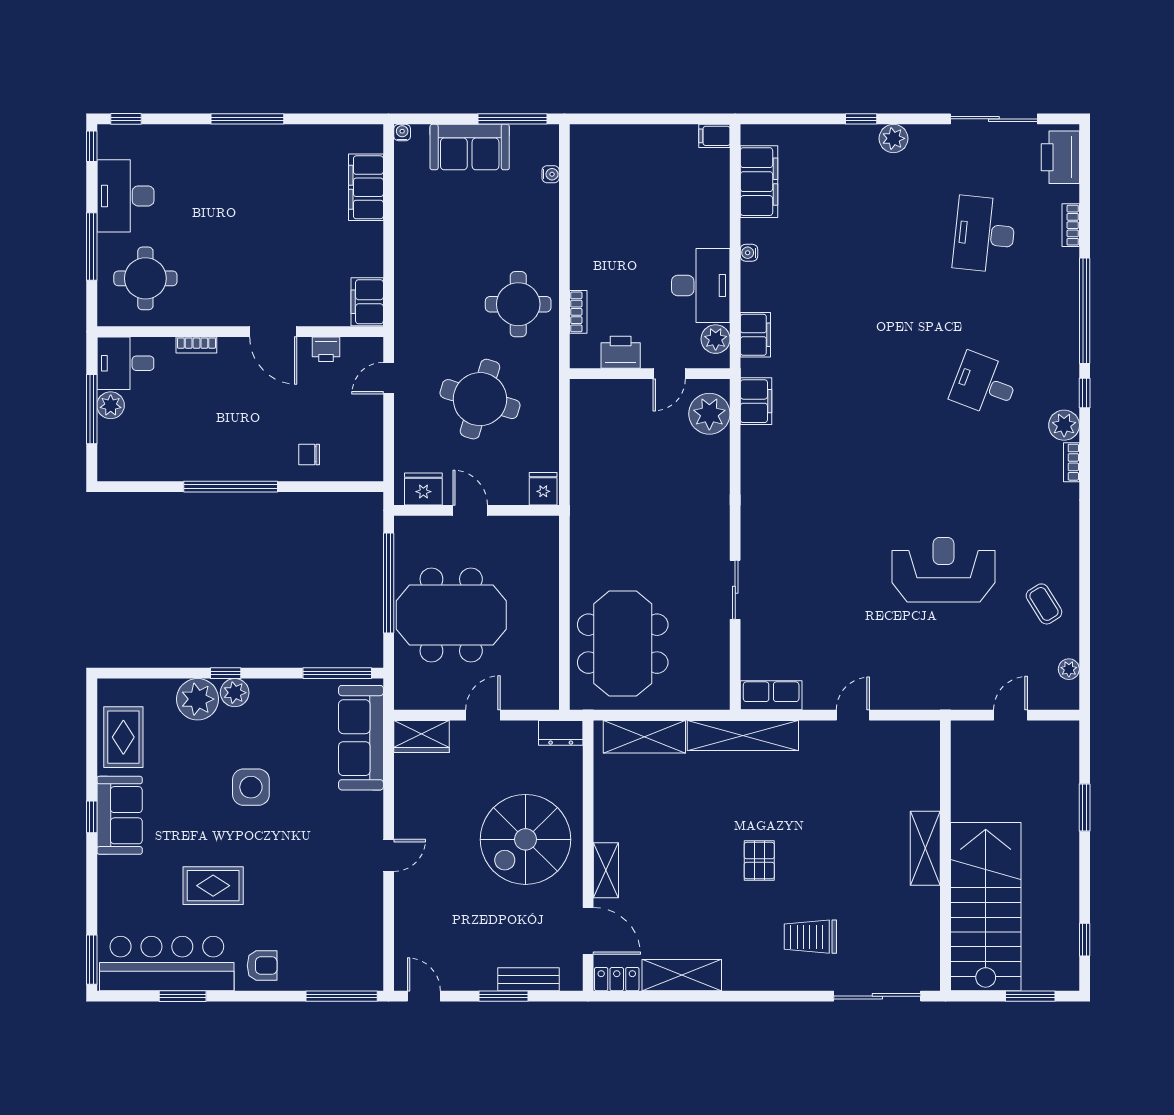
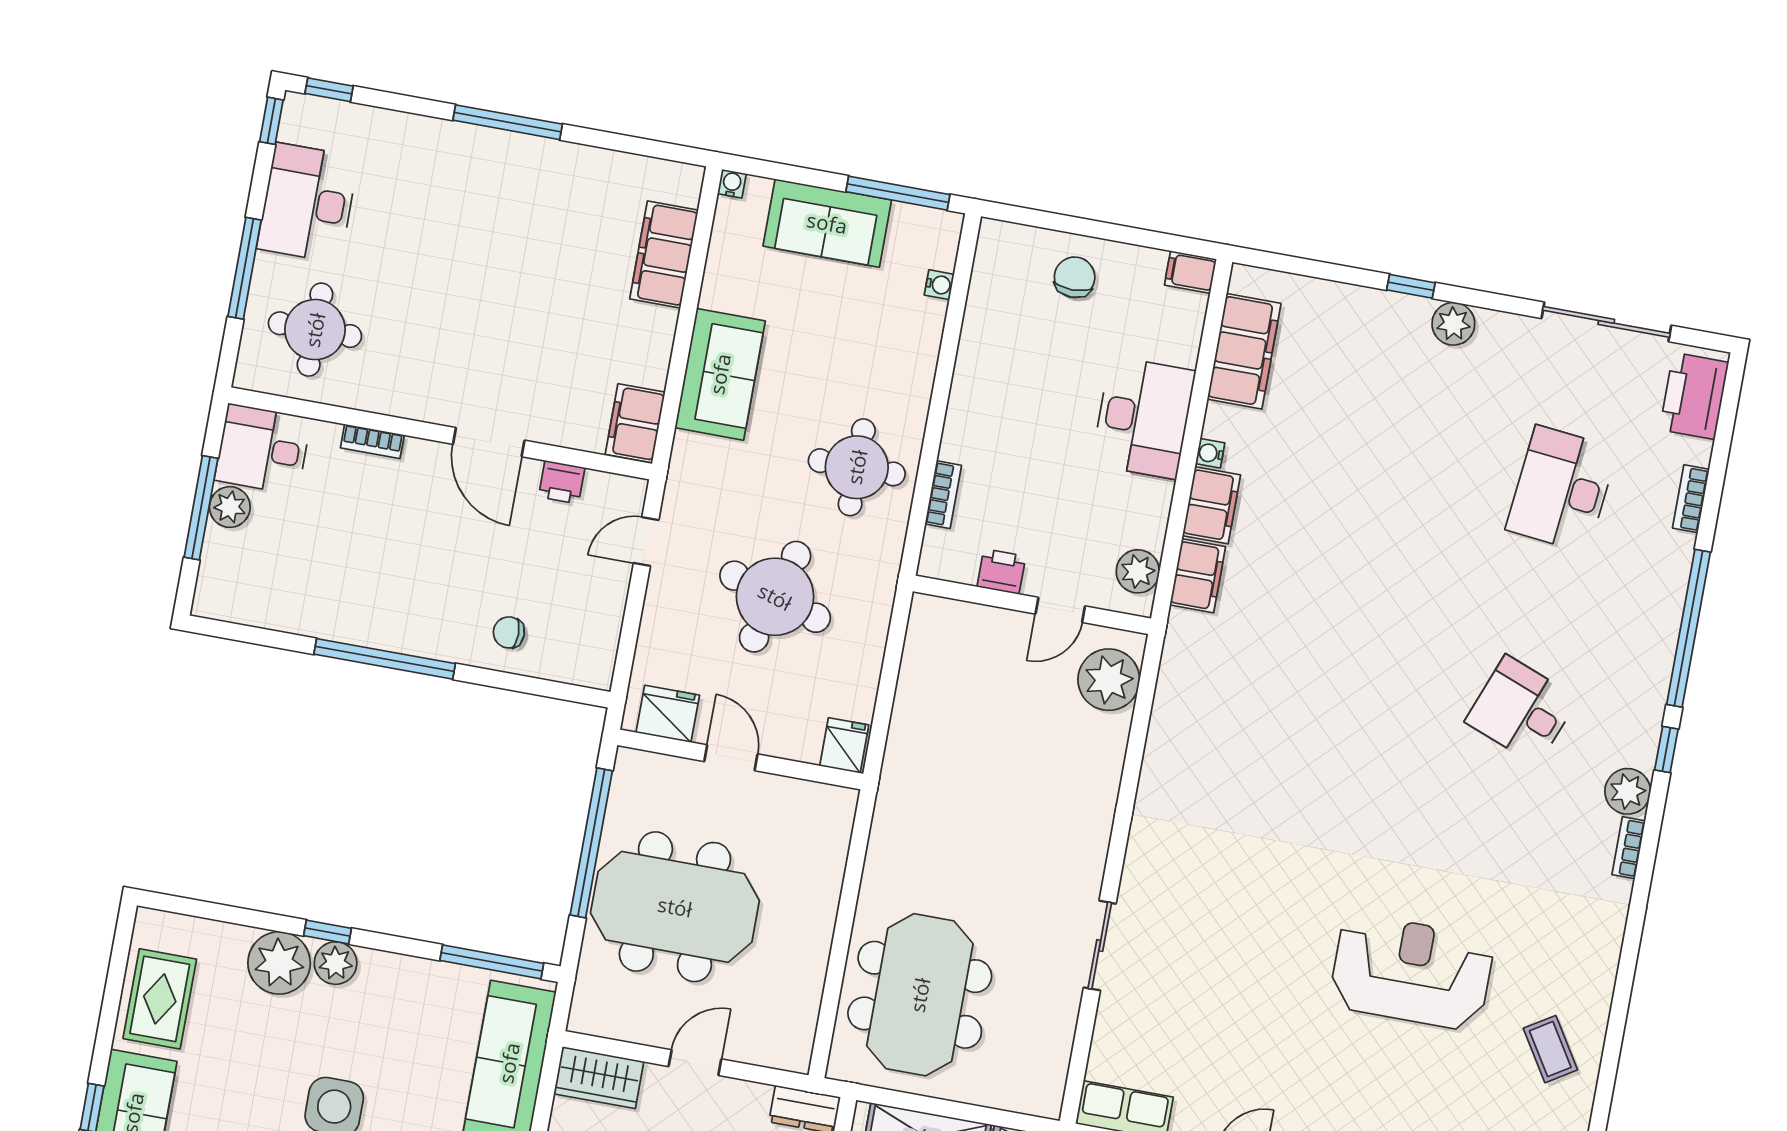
chair: (639, 153) -> (1075, 277), added
sofa: (417, 259) -> (720, 374), added
desk: (701, 285) -> (1143, 418), moved
printer: (621, 352) -> (1001, 571), width x0.73, depth x0.81
filing cabinet: (756, 401) -> (1211, 505), moved

